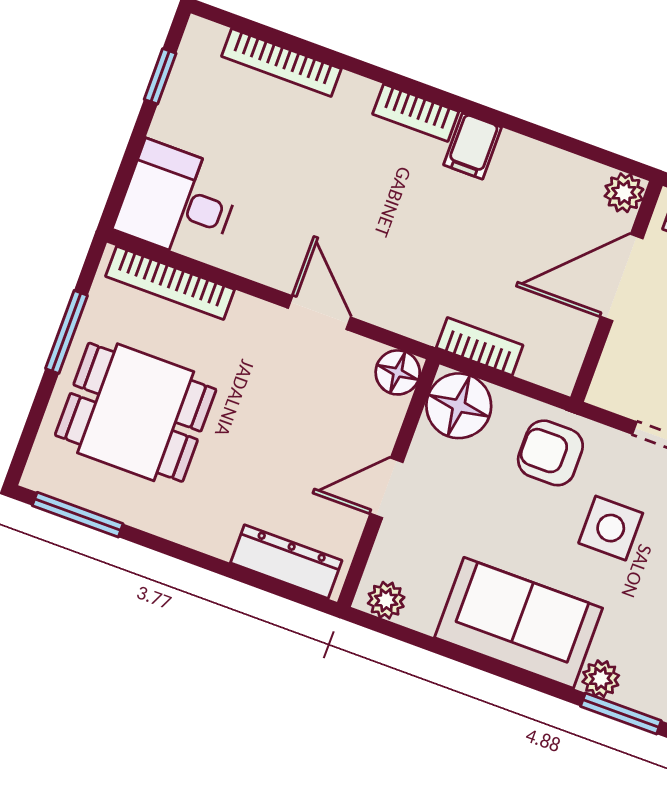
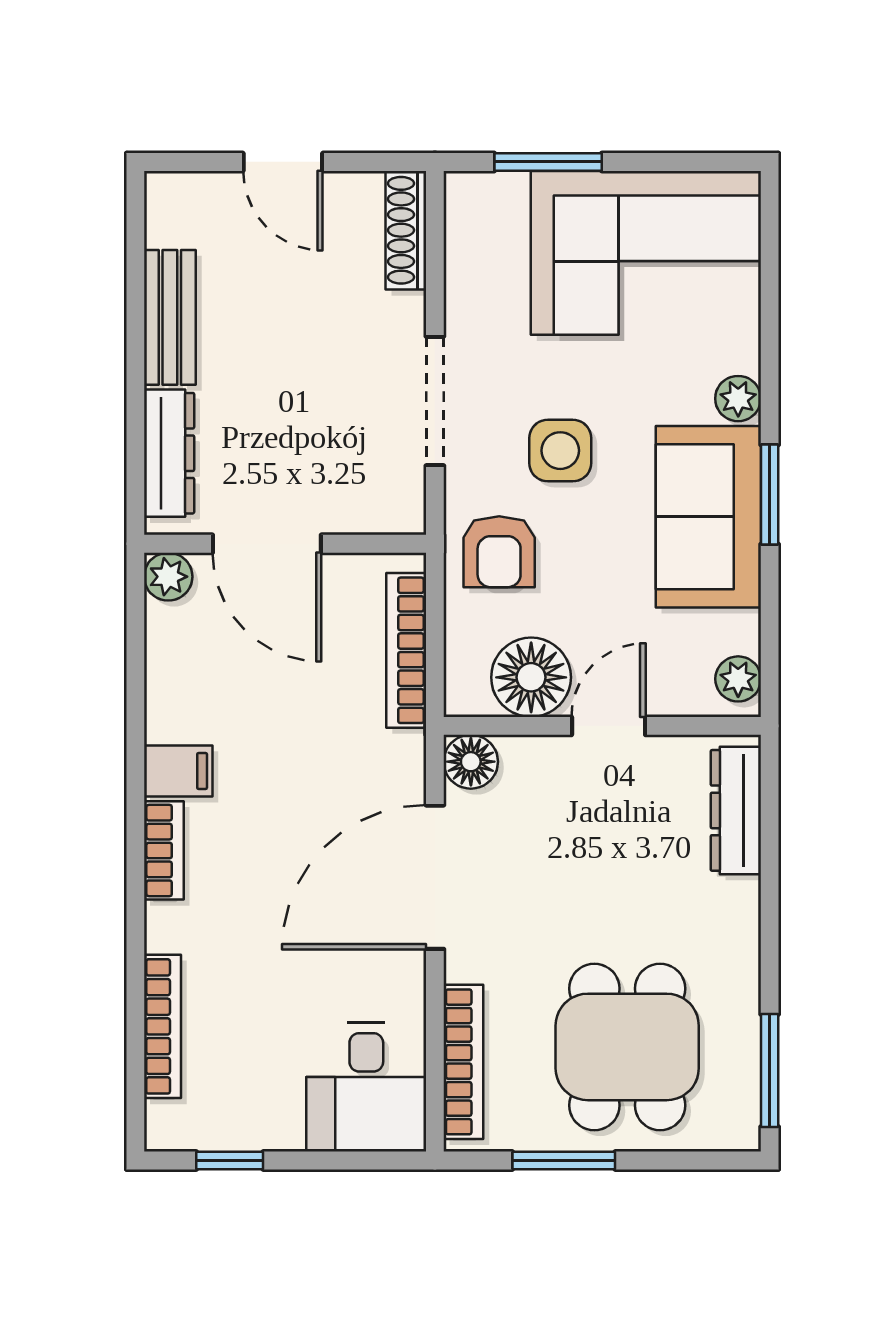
door: (319, 313) -> (435, 877), width x1.88
bookcase: (480, 346) -> (406, 650), width x1.56
floor lamp: (459, 406) -> (531, 677), moved
door: (387, 488) -> (609, 726), swing flipped
window: (621, 713) -> (770, 494), moved

